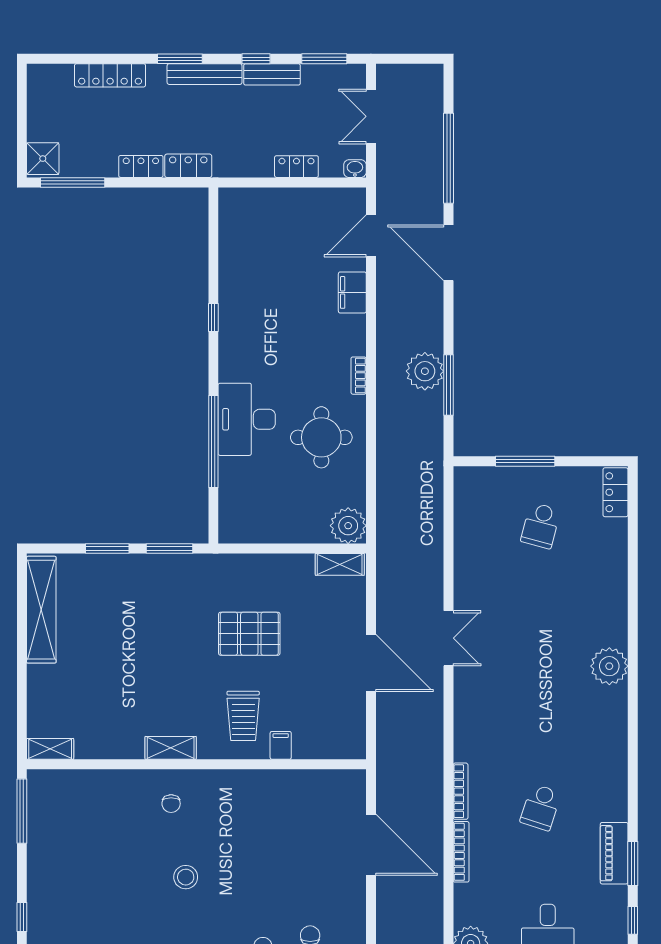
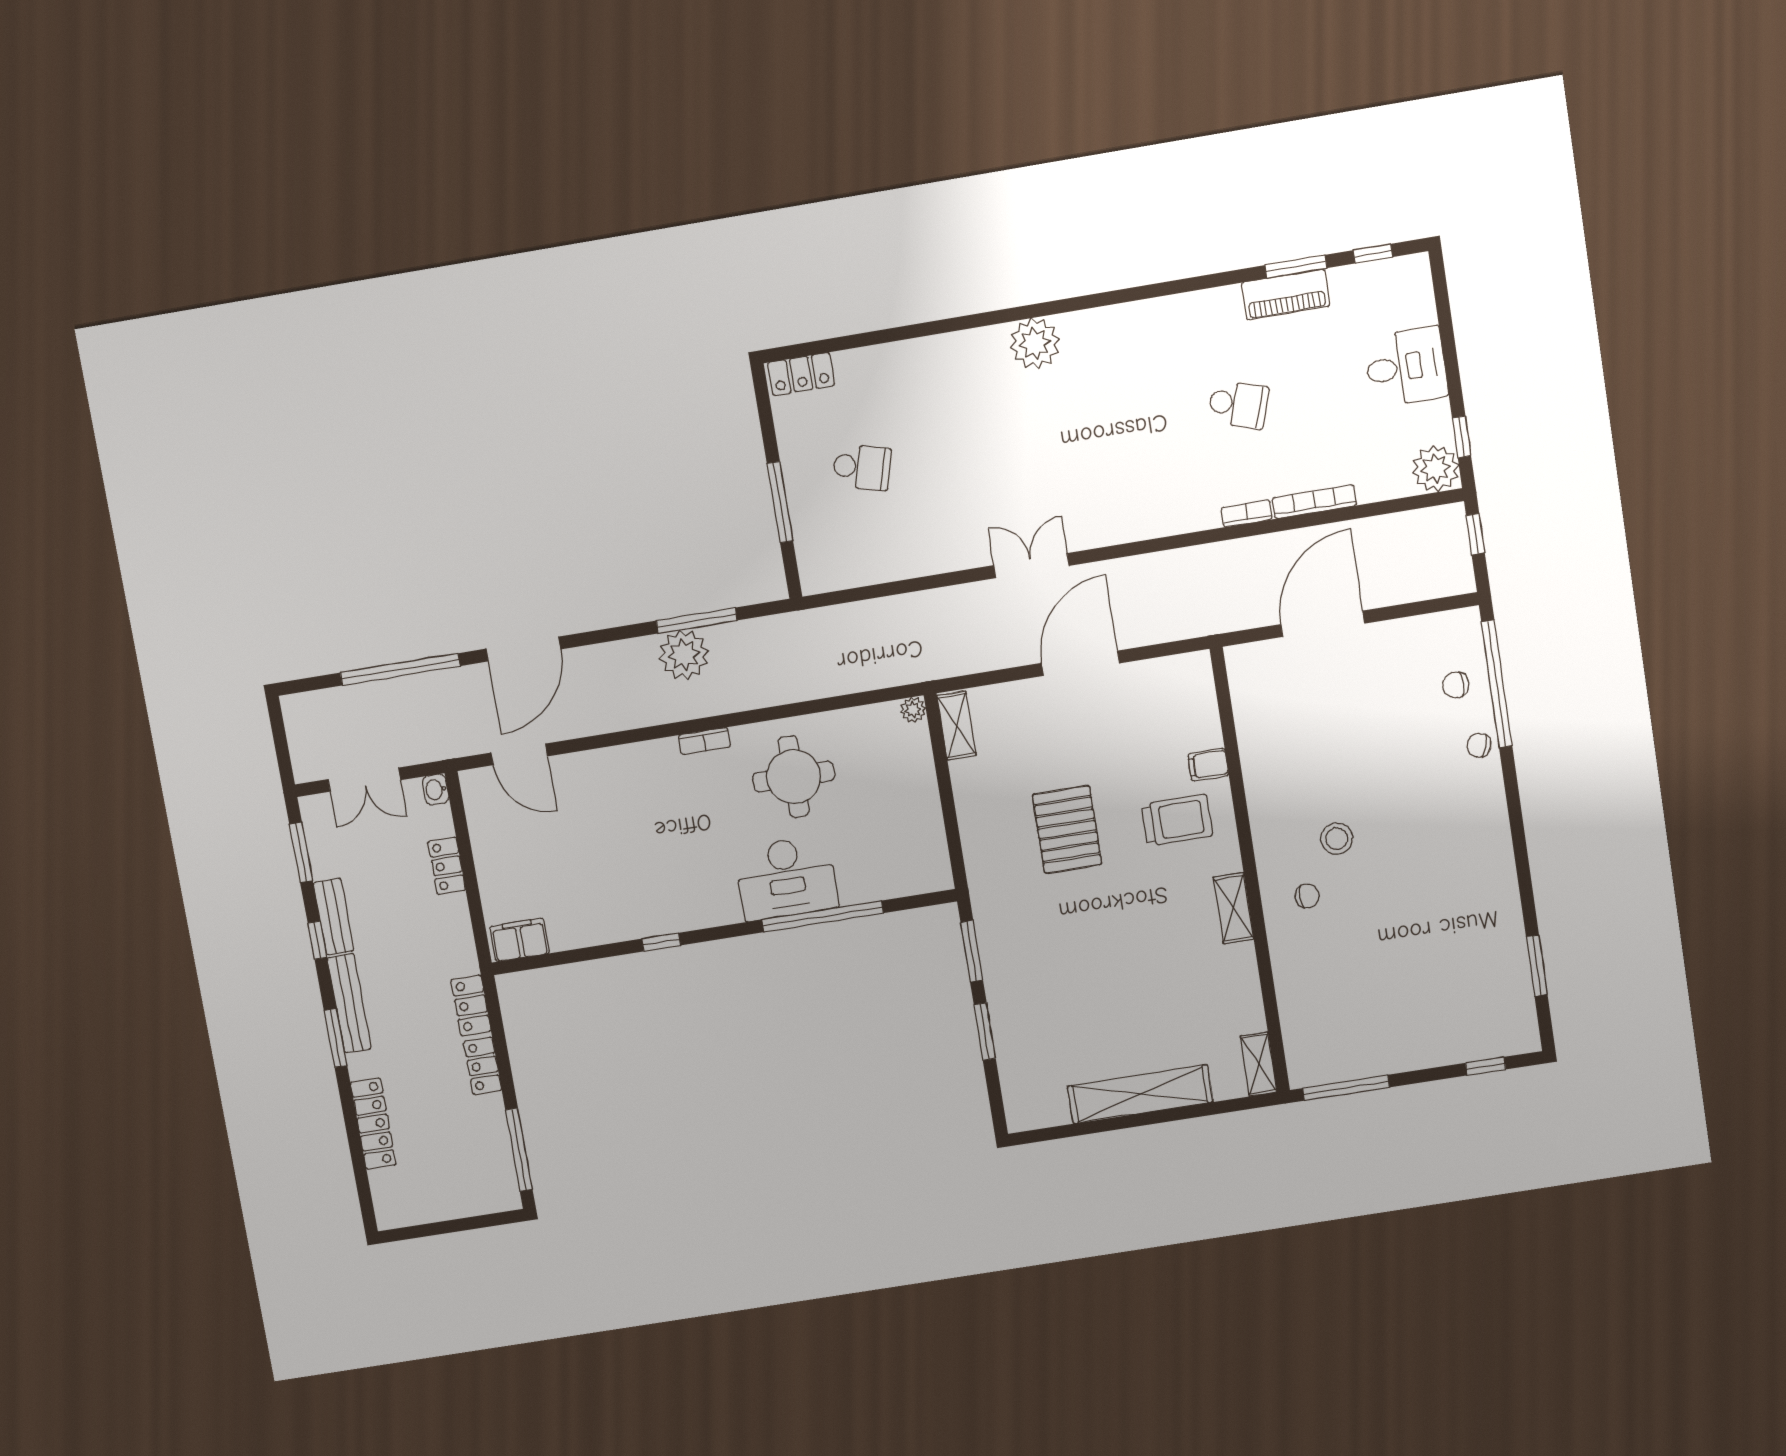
shower: (43, 159) -> (495, 1192), removed
filing cabinet: (352, 292) -> (520, 940), moved, turned 180
plant: (348, 526) -> (913, 710), width x0.53, depth x0.53
shelving: (41, 610) -> (1140, 1094), moved
bookcase: (461, 791) -> (1247, 514), width x0.64
stool: (186, 877) -> (1337, 839), moved

